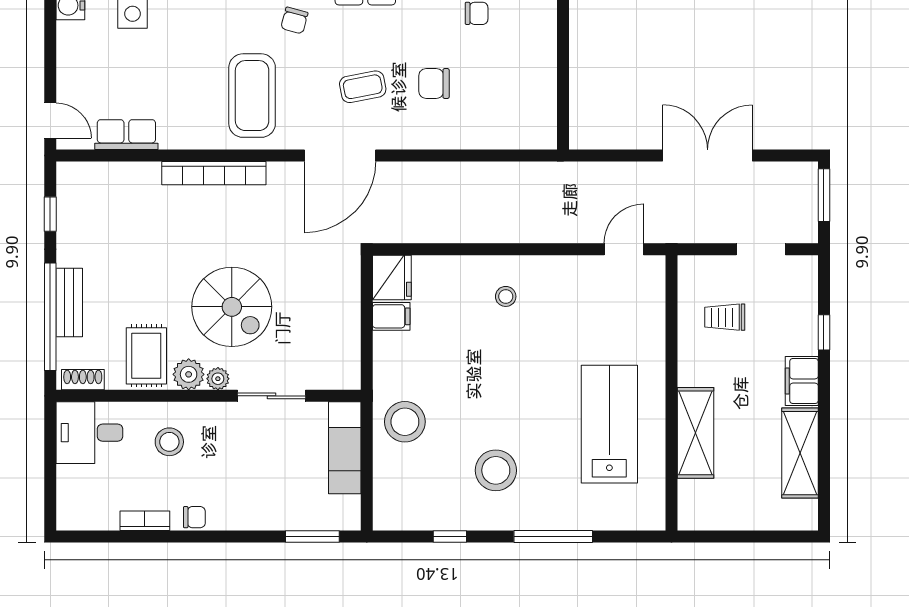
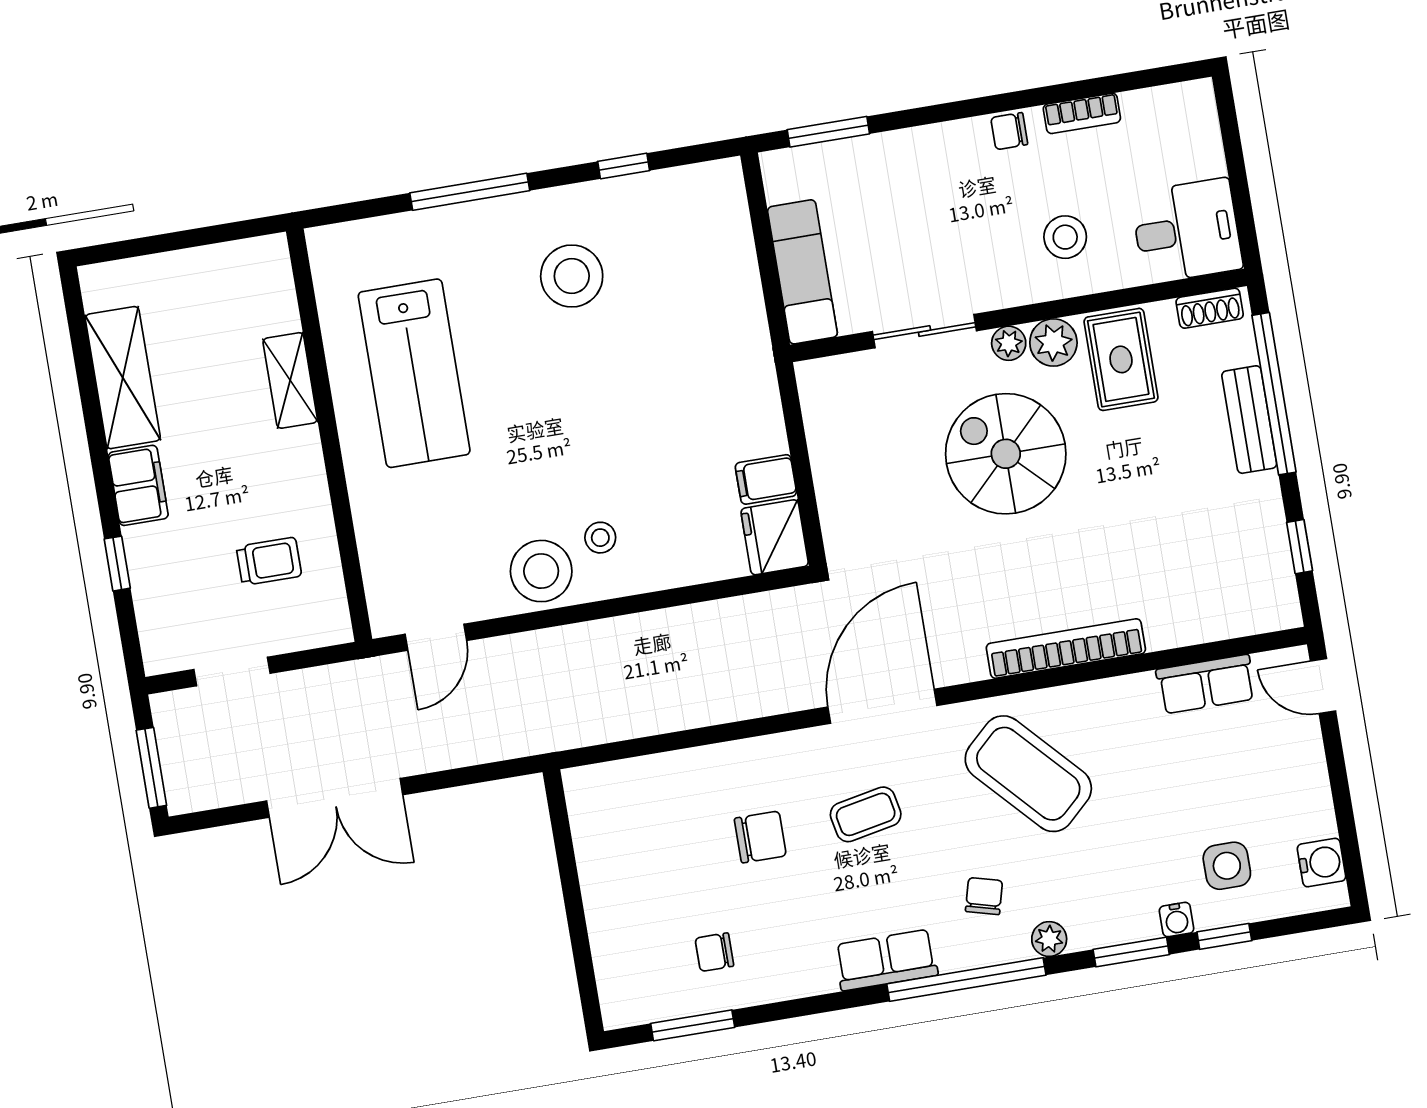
coffee table: (252, 96) -> (1028, 774), turned -43
stool: (405, 422) -> (541, 571), moved
shelving: (696, 433) -> (290, 380), width x0.67, depth x0.75

